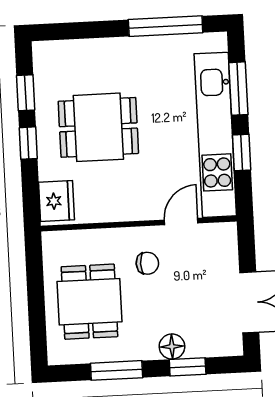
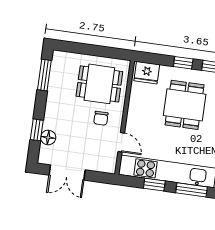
dining table: (89, 302) -> (99, 84), moved
floor lamp: (172, 347) -> (48, 137), moved
window: (117, 370) -> (44, 75), moved

